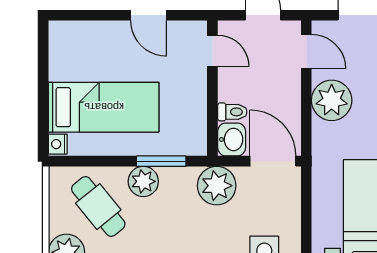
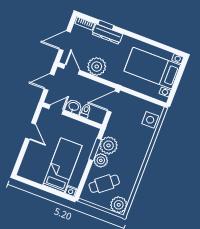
door: (148, 15) -> (30, 131), hinge flipped
door: (306, 52) -> (72, 69), hinge flipped
washbasin: (232, 139) -> (74, 107), moved
plant: (217, 186) -> (109, 145), moved

